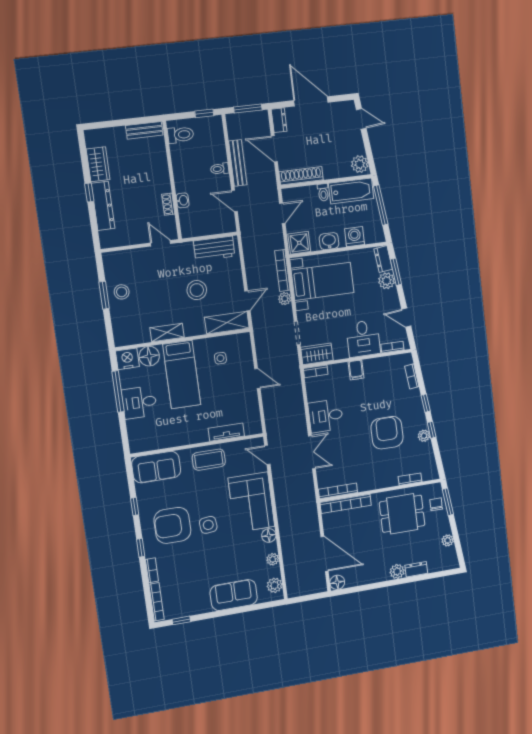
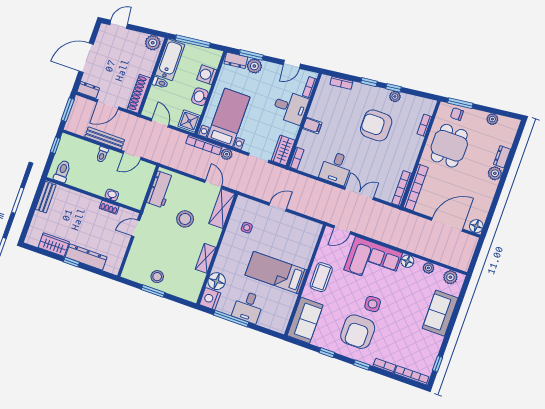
bed: (182, 375) -> (276, 273), moved, turned 180
tv unit: (226, 432) -> (307, 253), removed

